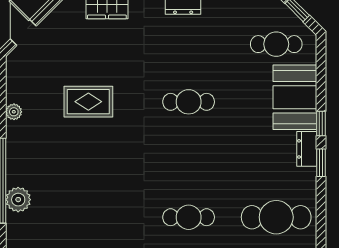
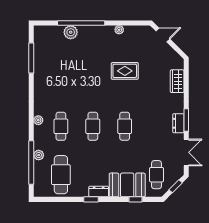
rug: (88, 102) -> (125, 71), turned 90
window: (321, 123) -> (135, 199), moved
cafe table: (189, 160) -> (93, 126), added

